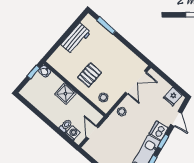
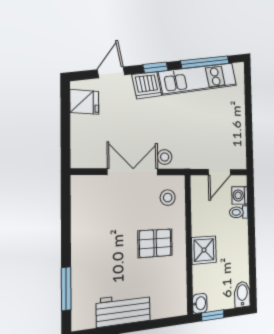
double door: (136, 82) -> (133, 172), moved
bidet: (28, 94) -> (242, 294), added

